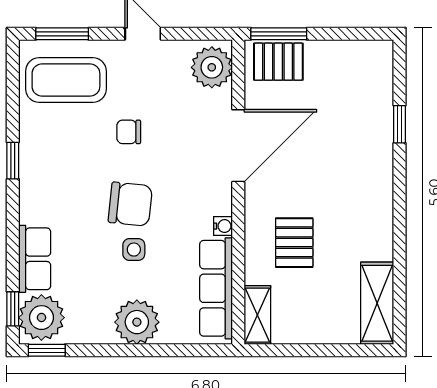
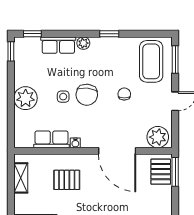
row of seats: (216, 288) -> (52, 139), width x0.68
shelving: (257, 315) -> (21, 178), moved, turned 90
plant: (41, 318) -> (83, 43), moved, width x0.53, depth x0.53

